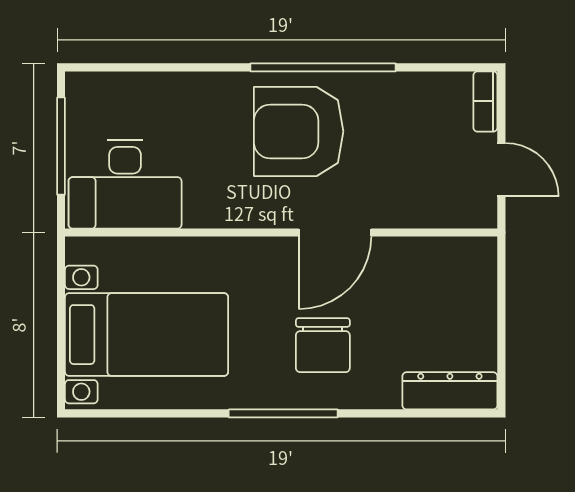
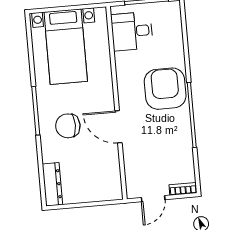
armchair: (299, 131) -> (165, 89), moved
desk: (125, 184) -> (132, 31), width x0.73

